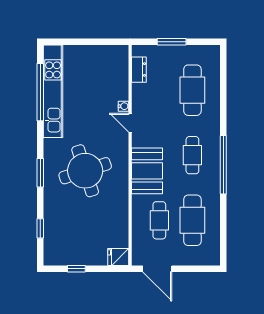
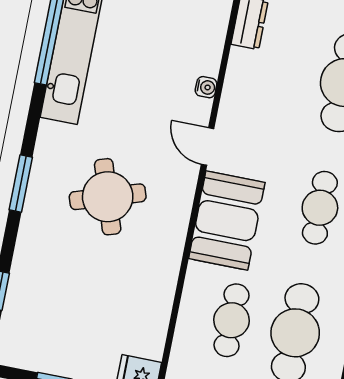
door: (130, 123) -> (208, 147), moved
round table: (85, 171) -> (108, 197), width x0.73, depth x0.73

